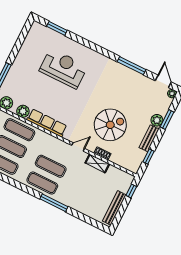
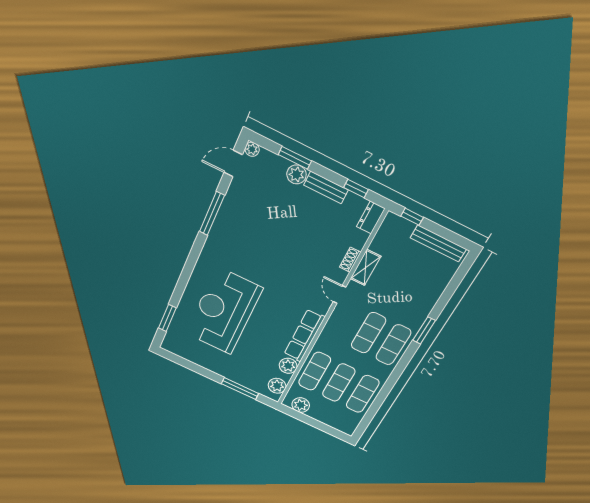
reception desk: (63, 68) -> (224, 311), width x1.36, depth x1.30
spiral stairs: (110, 125) -> (305, 247), removed
dresser: (130, 166) -> (371, 218), added
window: (54, 203) -> (424, 330), width x0.69

